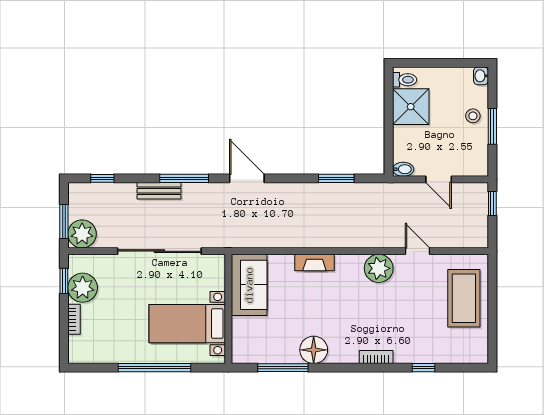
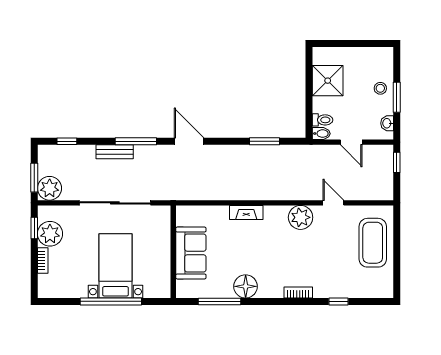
washbasin: (481, 76) -> (387, 123), moved
toilet: (405, 80) -> (323, 120), moved
sofa: (249, 285) -> (191, 253), moved
bed with nightstands: (187, 324) -> (116, 266), moved, turned 90

